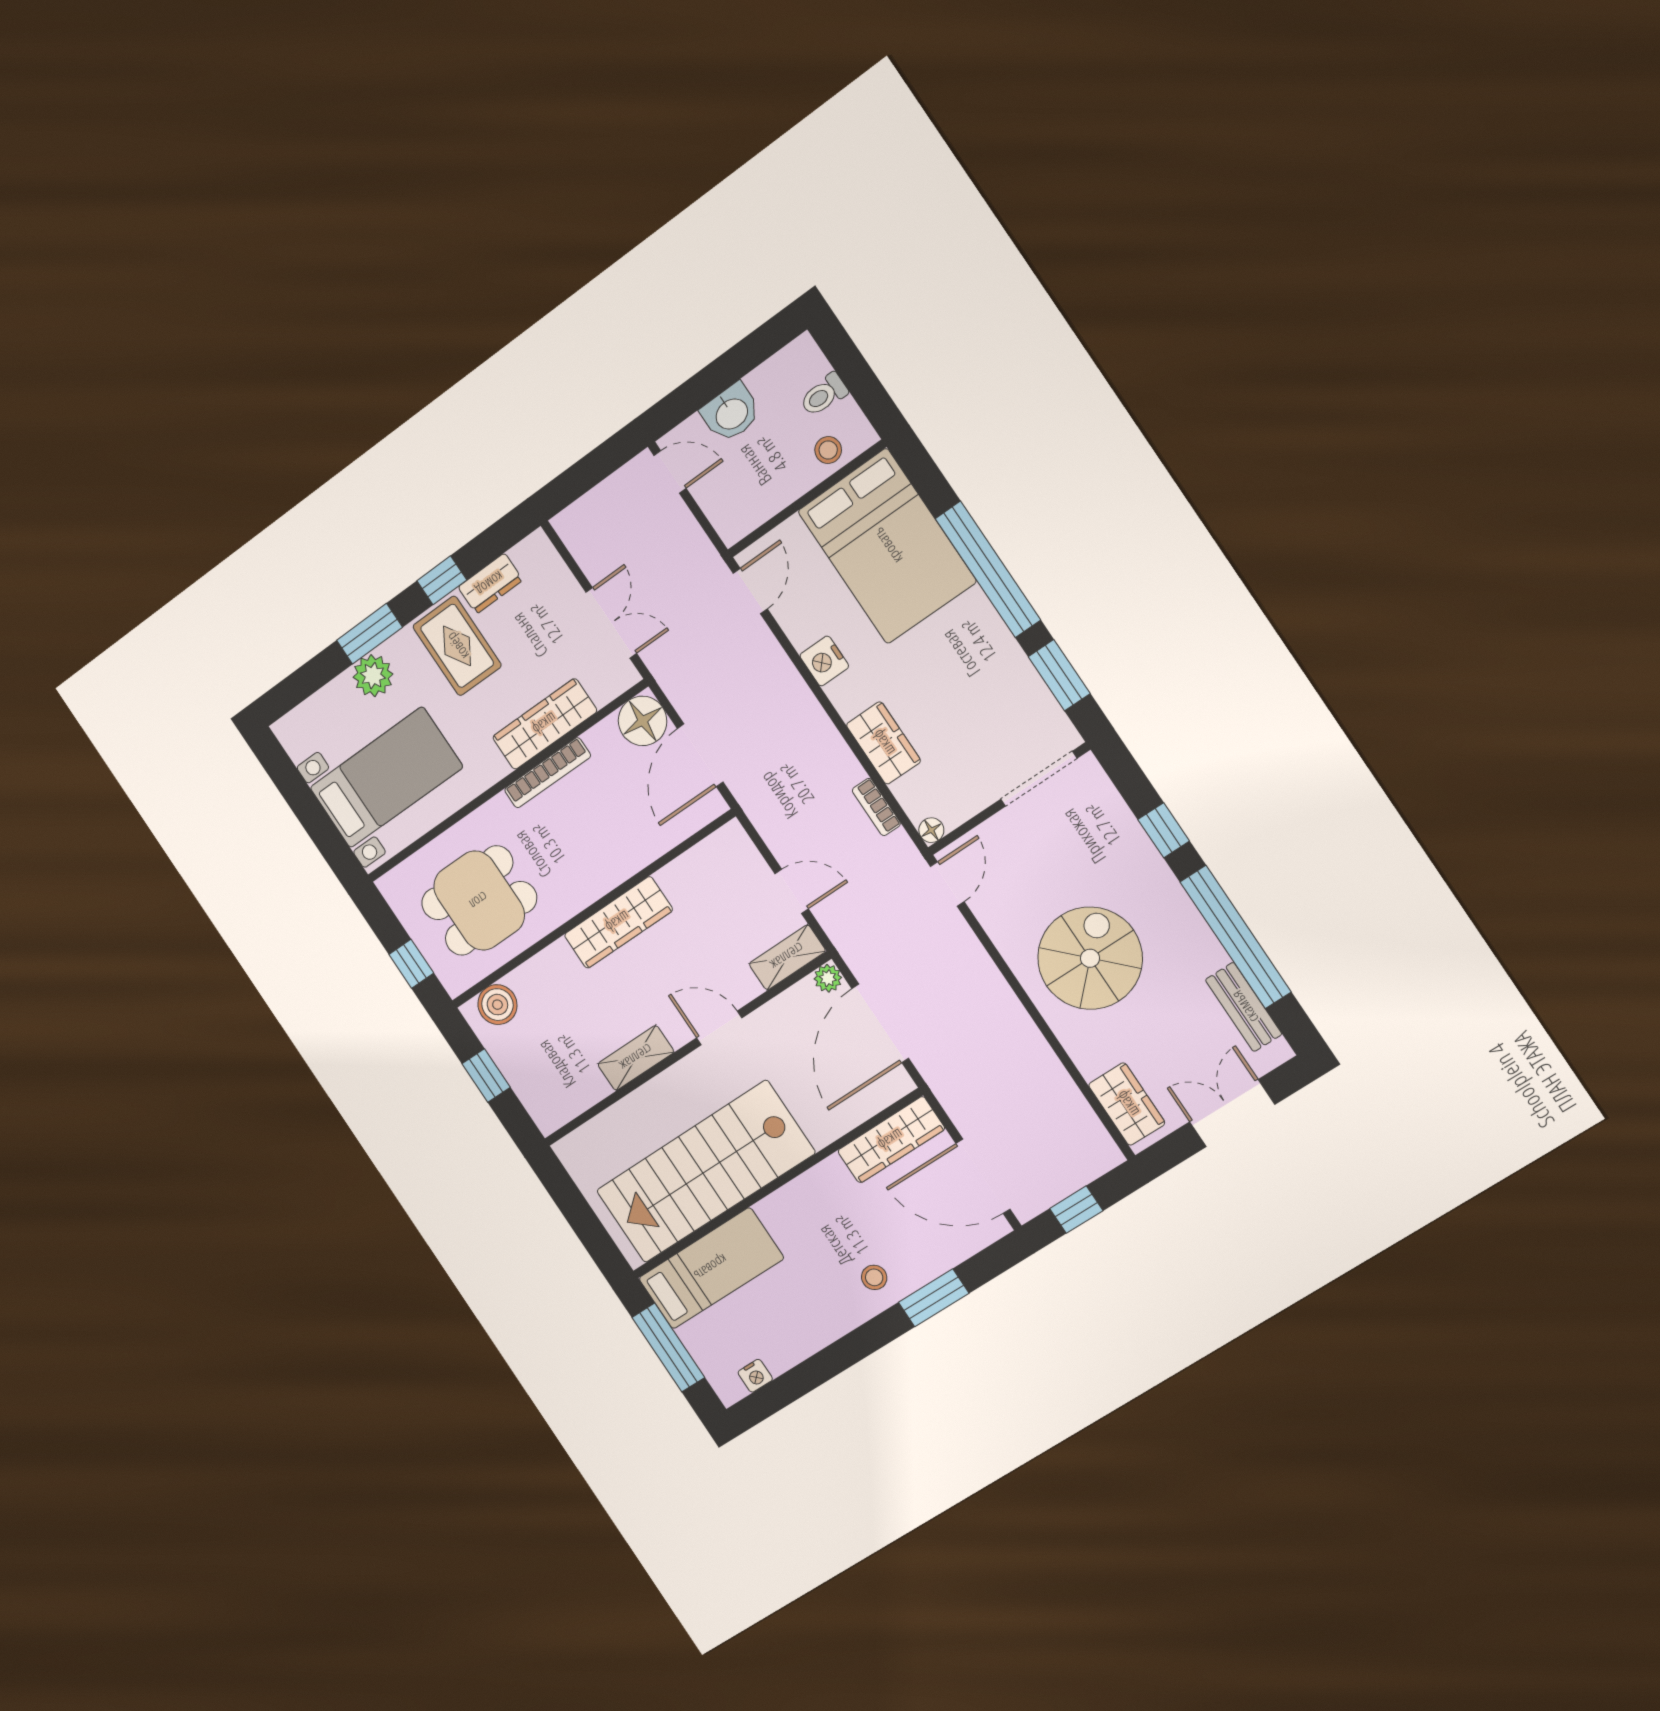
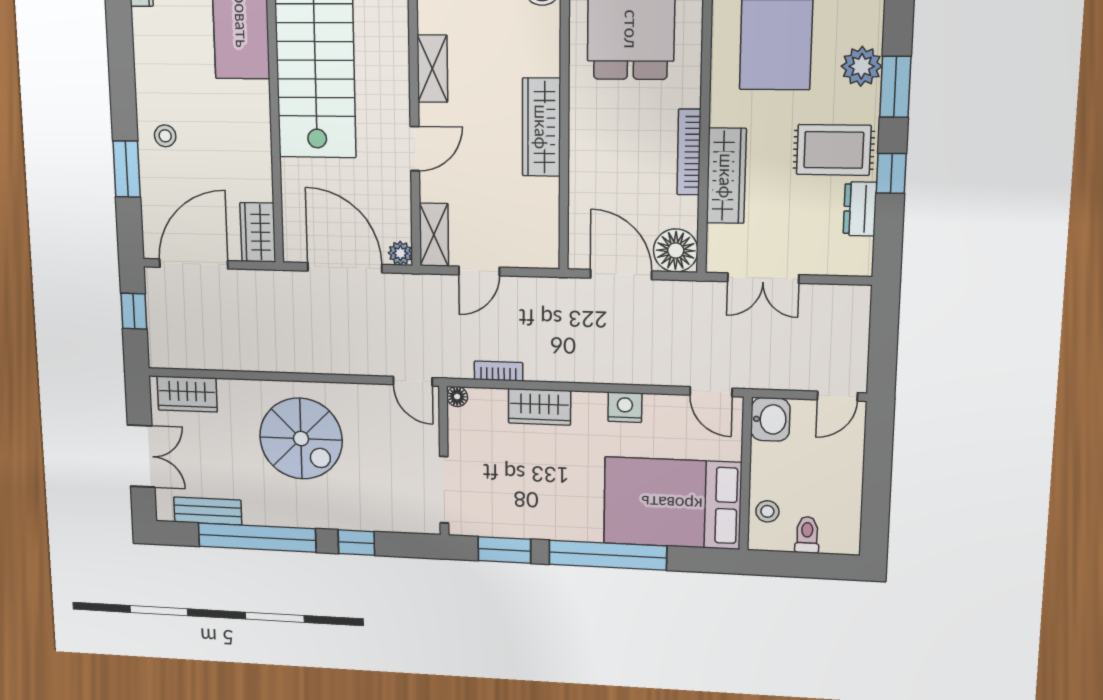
washbasin: (731, 413) -> (770, 419), moved, turned 180
wardrobe: (891, 1140) -> (258, 232), width x0.67

